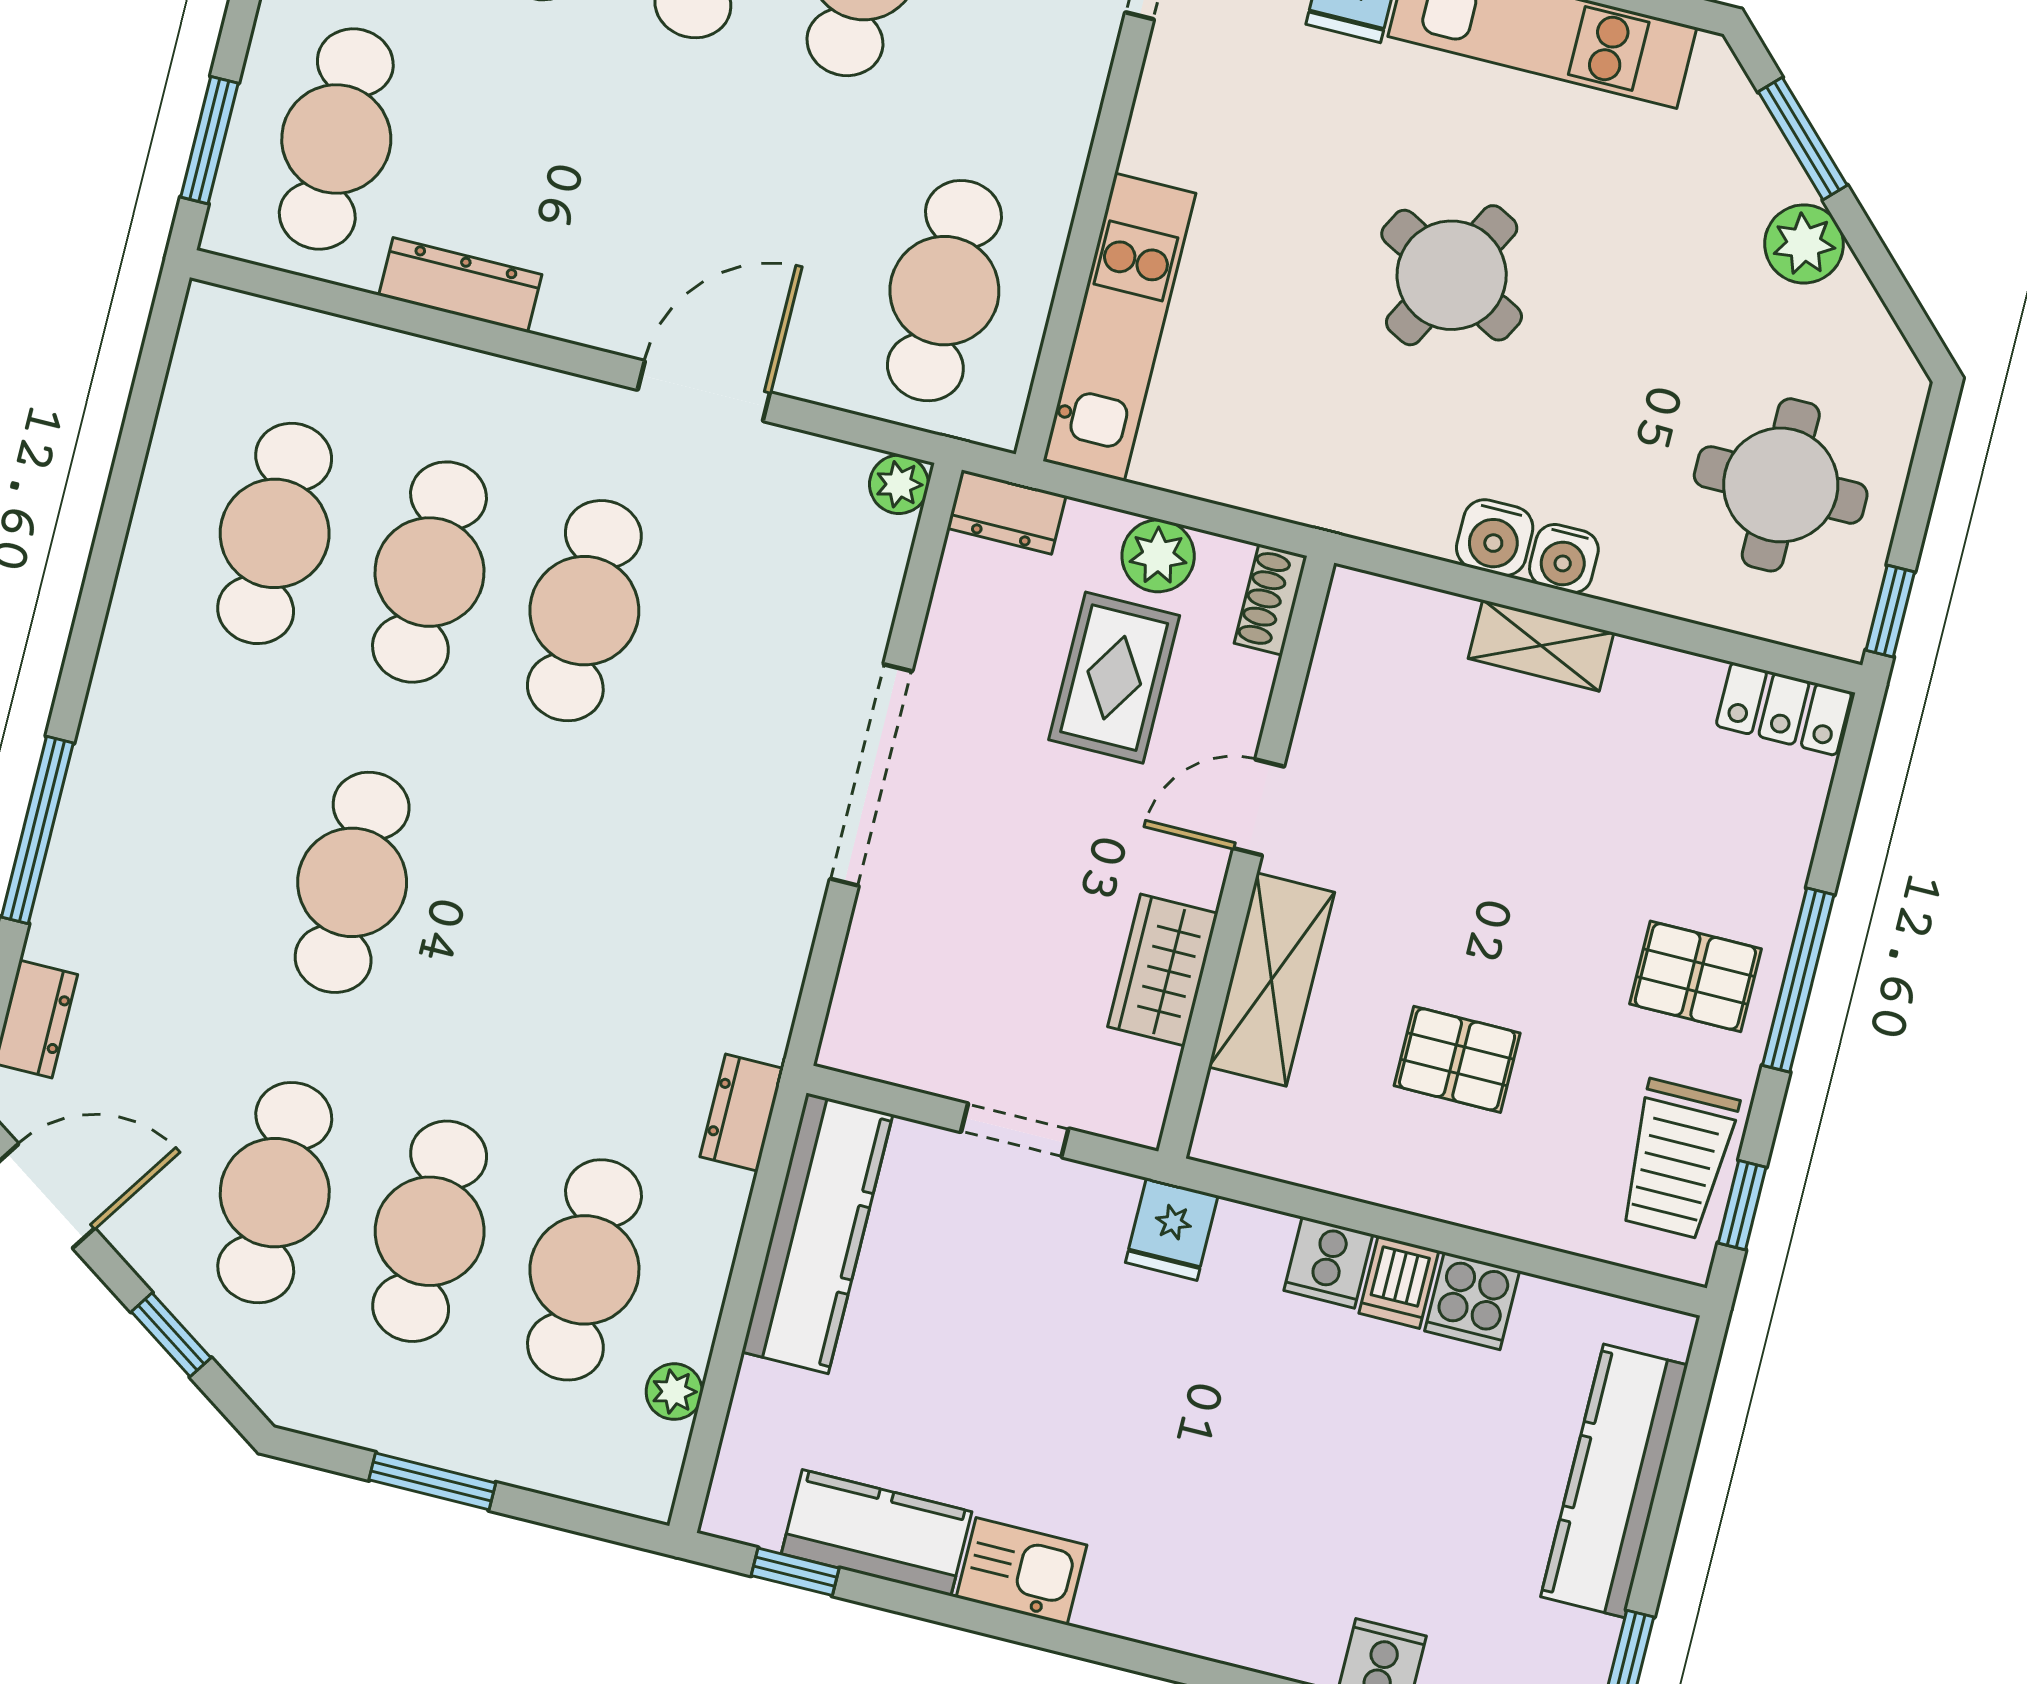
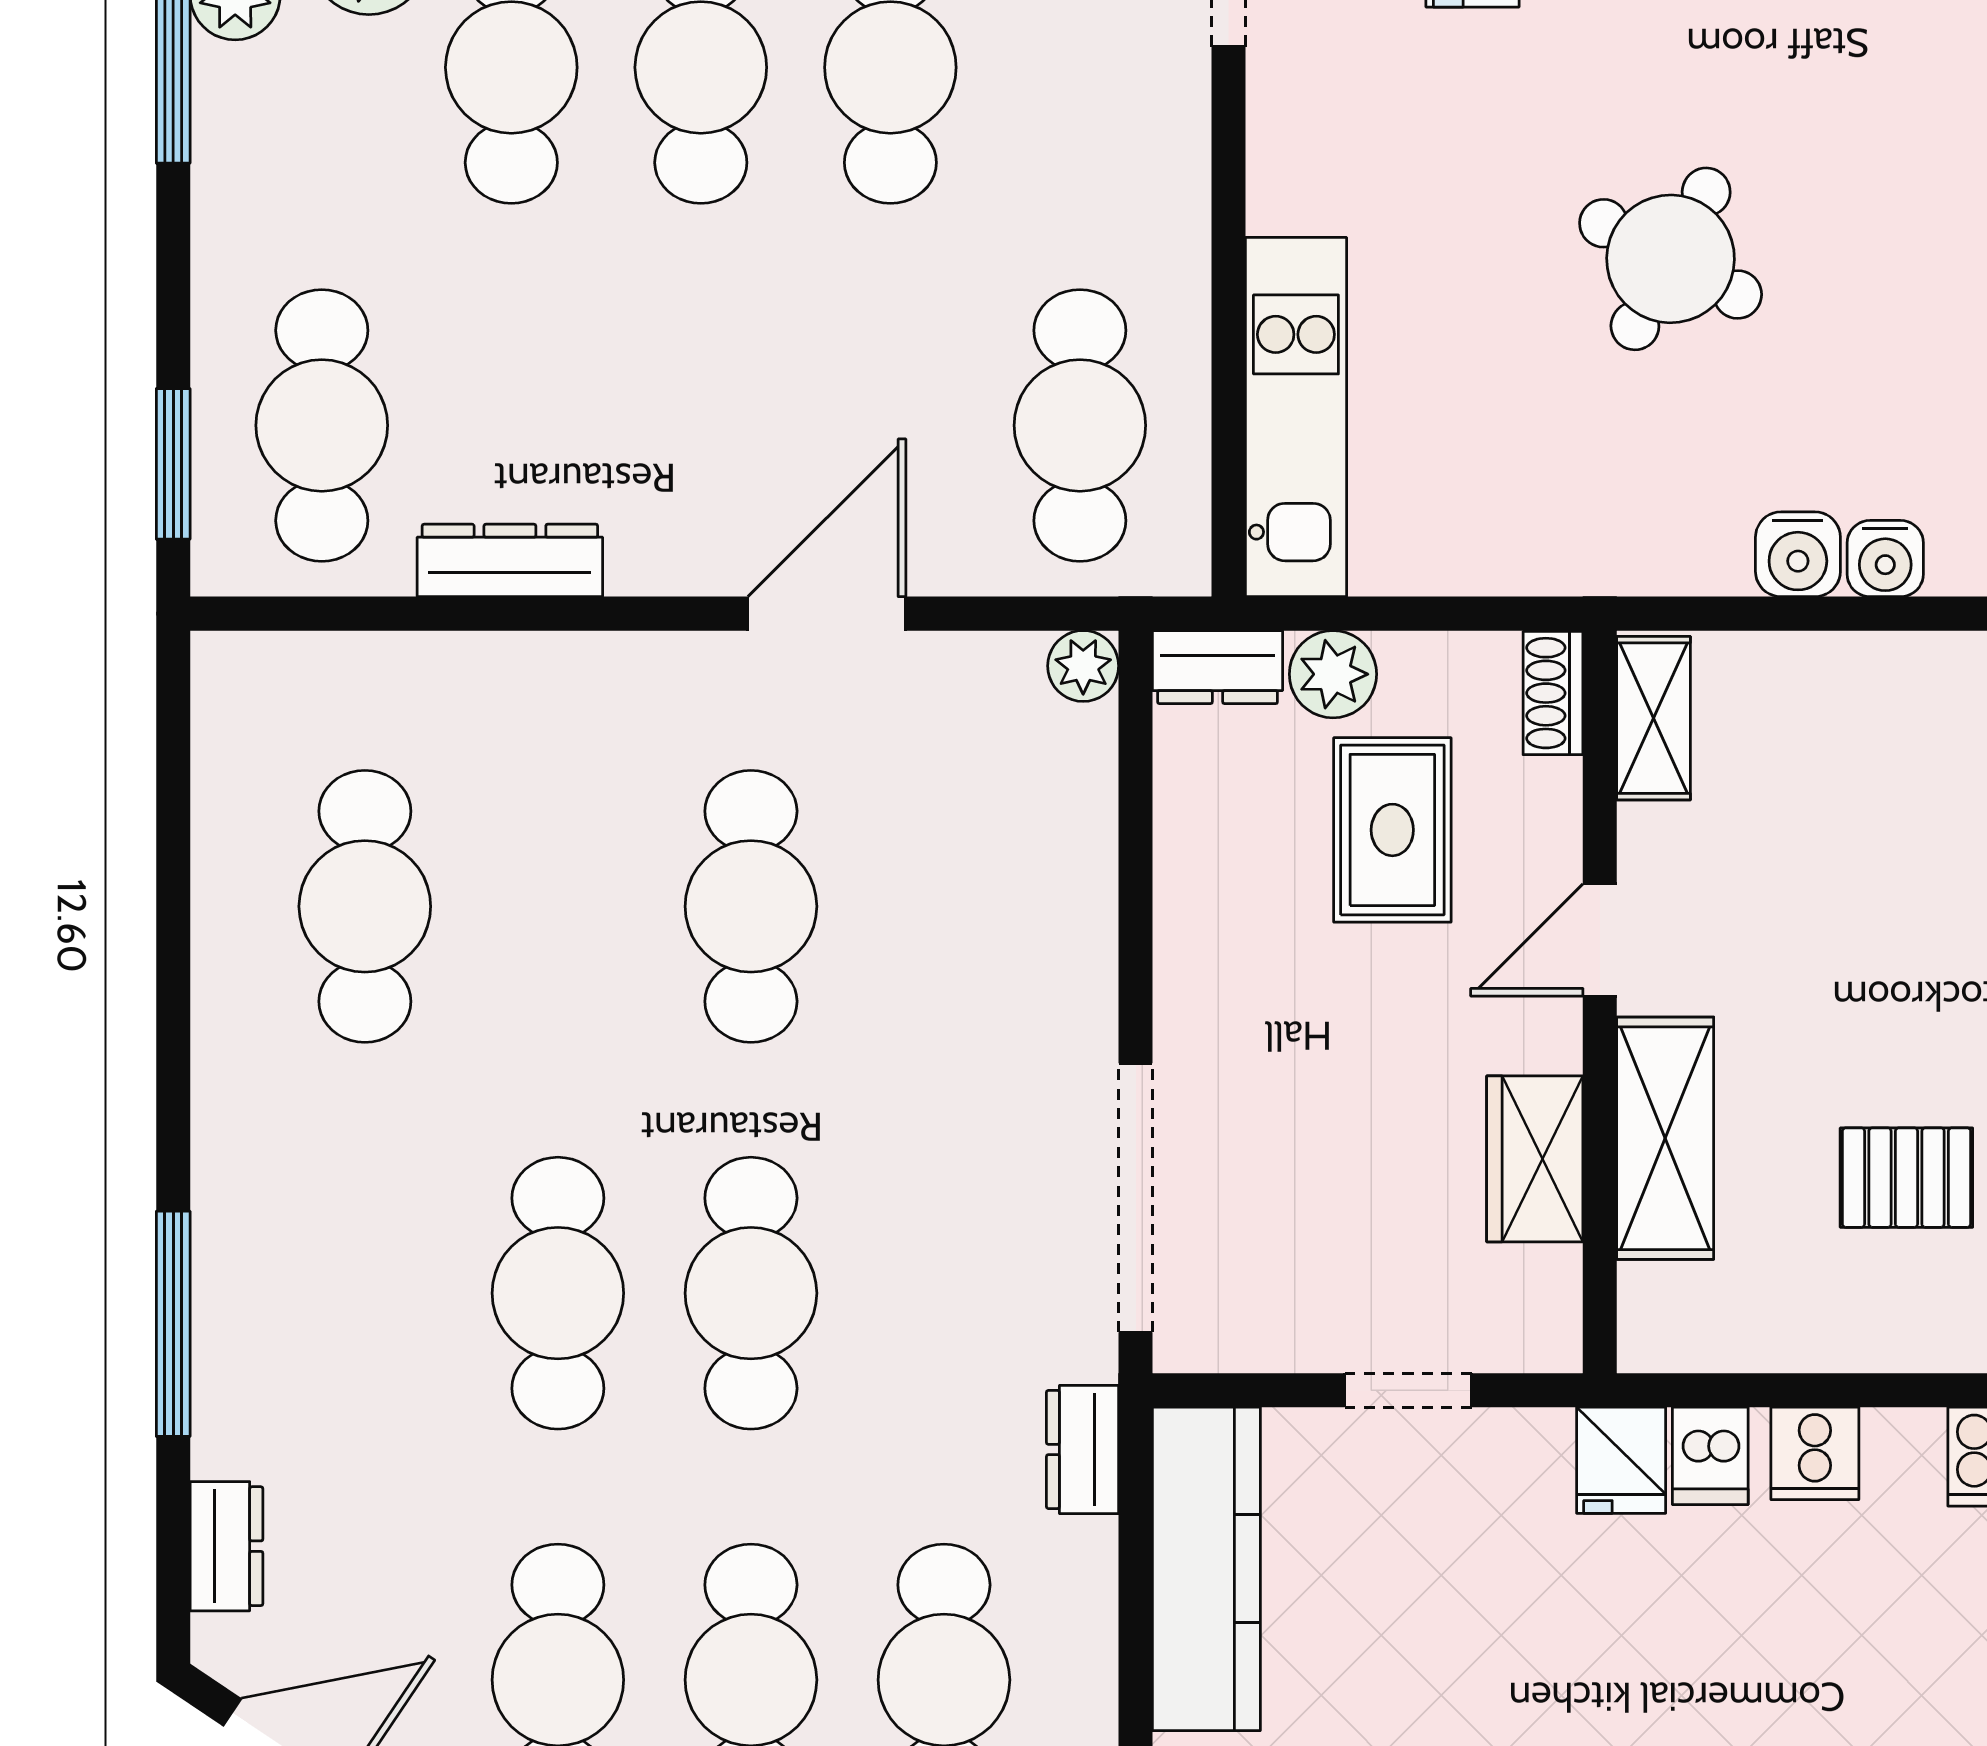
plant: (1158, 556) -> (1333, 674), moved
cafe table: (429, 572) -> (751, 1293), moved
shelving: (1541, 645) -> (1653, 718), moved, turned 90
doorway: (871, 775) -> (1136, 1198), moved
dishwasher: (1399, 1282) -> (1710, 1456), moved

